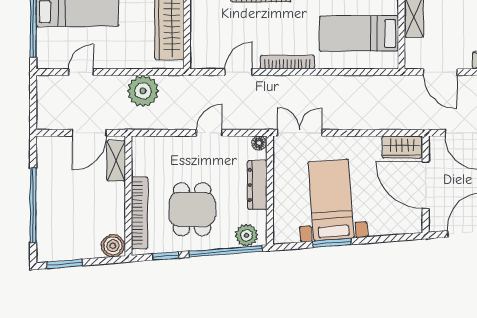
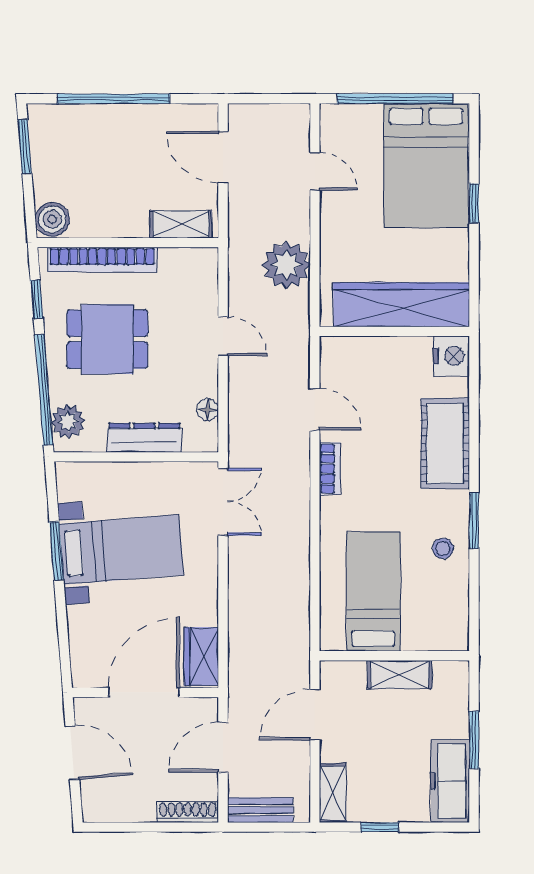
bookcase: (287, 62) -> (330, 469), width x0.64
door: (89, 133) -> (223, 157), moved
door: (209, 133) -> (223, 336), moved
floor lamp: (259, 143) -> (208, 410), moved

